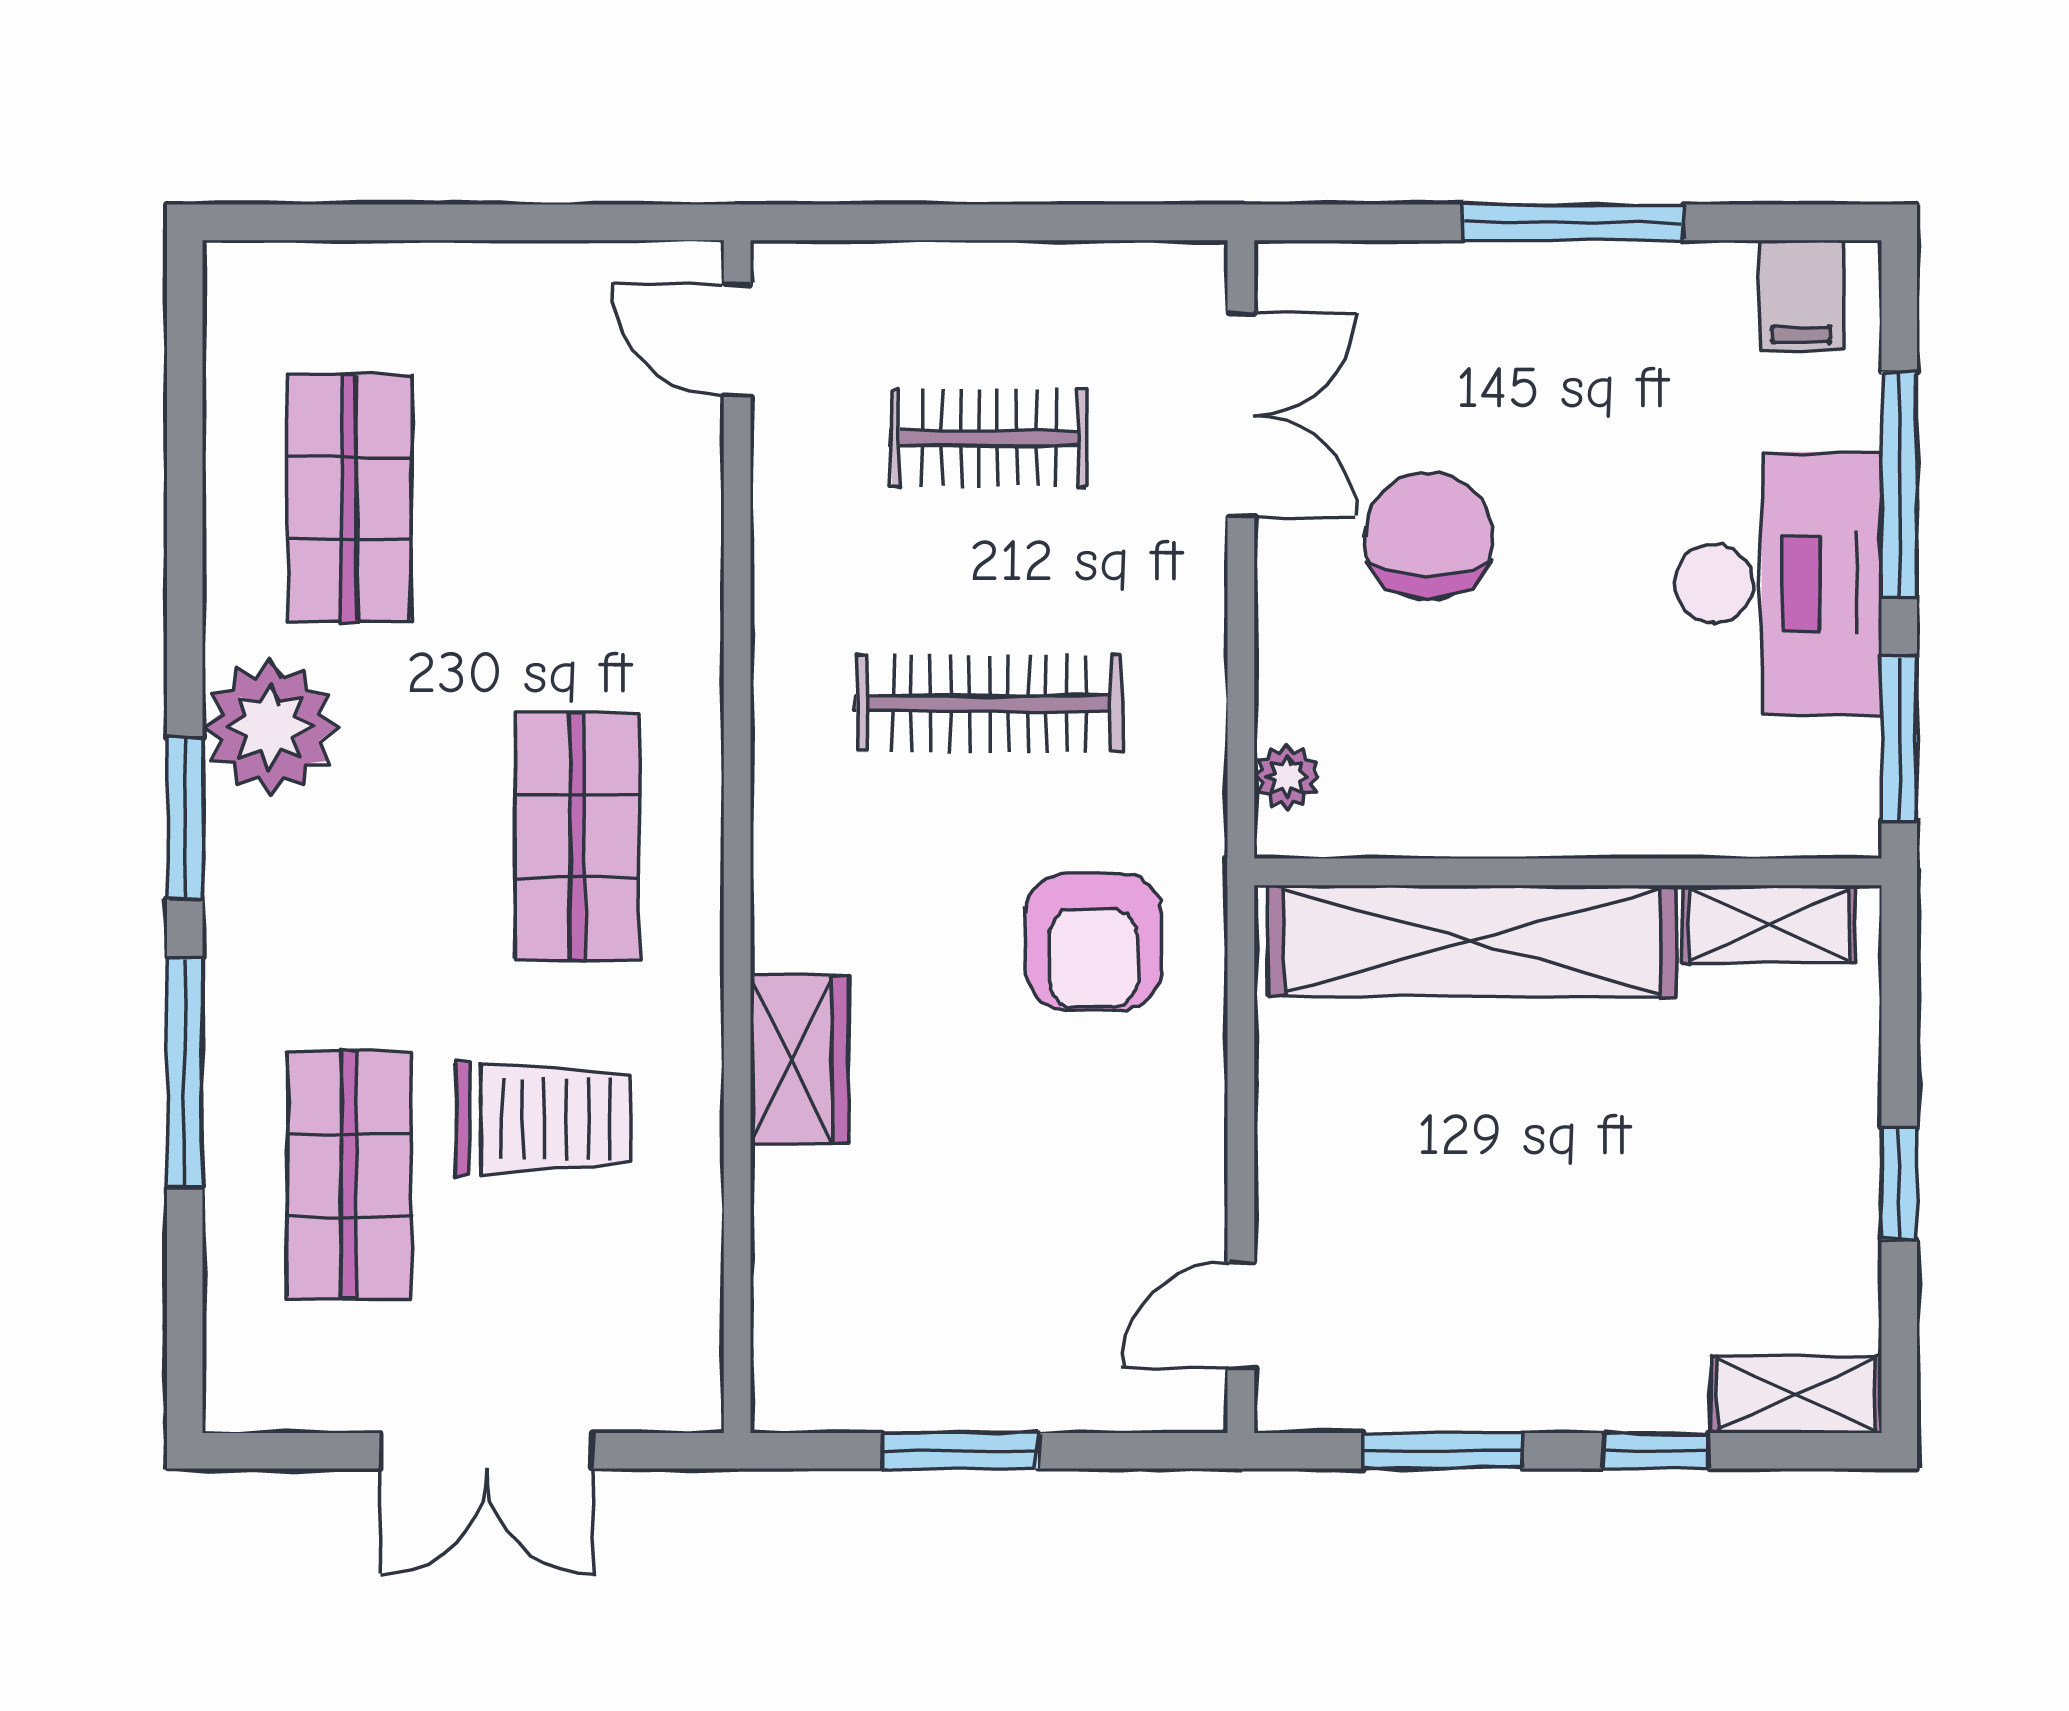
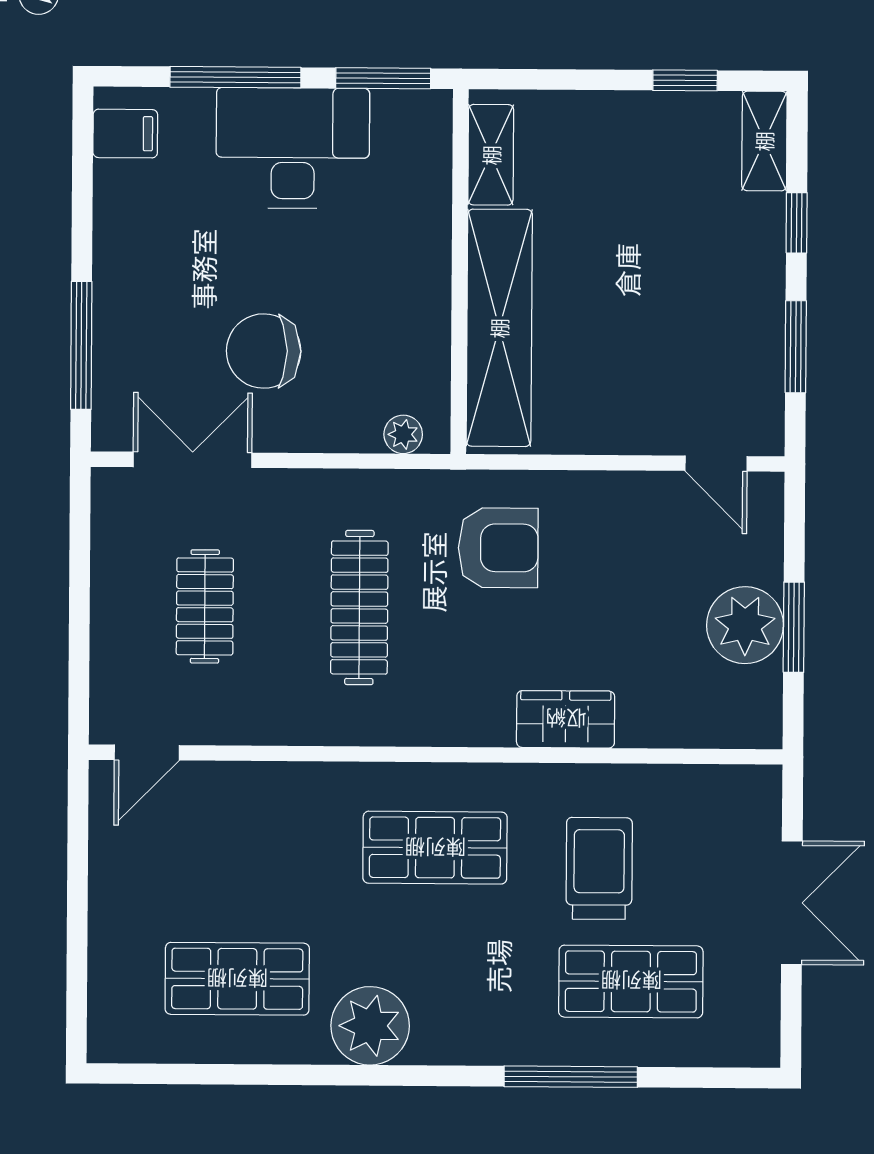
window: (1573, 222) -> (81, 345), moved
window: (185, 818) -> (423, 1076), removed
window: (1899, 1184) -> (685, 80), moved
plant: (963, 1367) -> (745, 625), added

